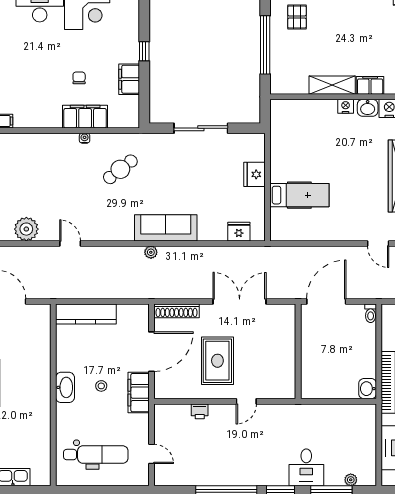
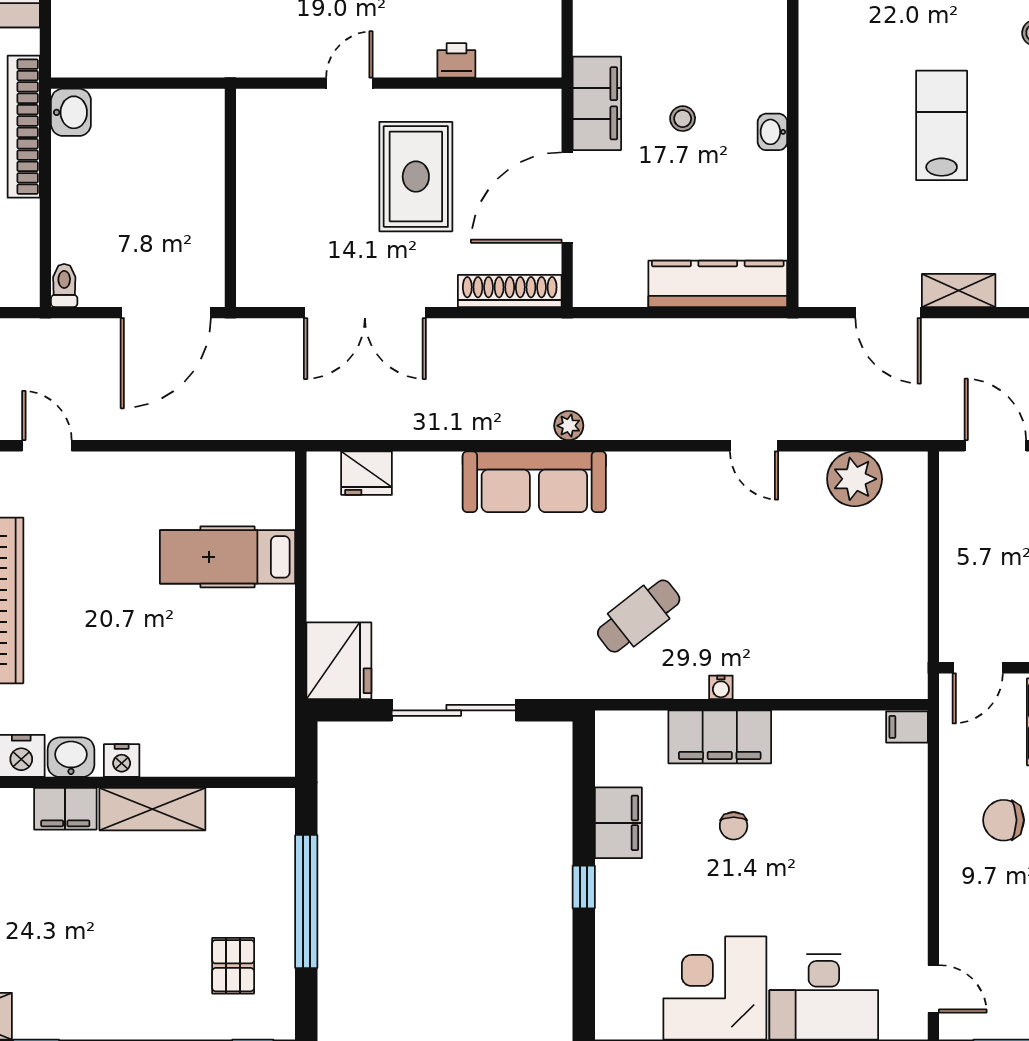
fridge: (255, 174) -> (339, 661), moved, width x1.36, depth x1.34
washbasin: (65, 387) -> (772, 132), width x0.52, depth x0.69

